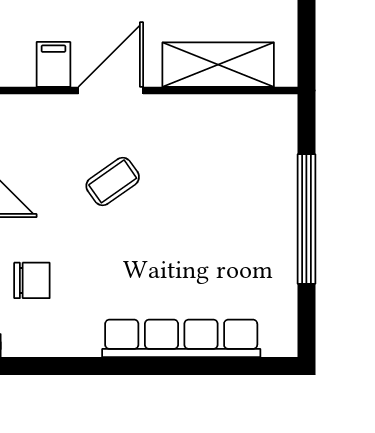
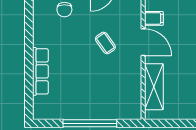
row of seats: (181, 338) -> (40, 71), width x0.73

